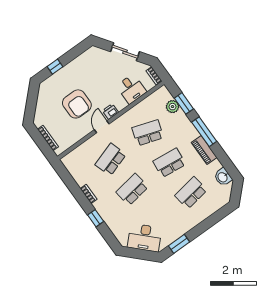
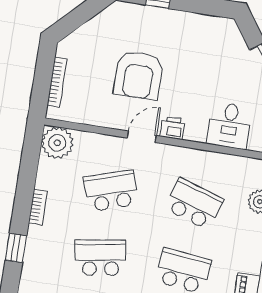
plant: (71, 161) -> (57, 143), added

